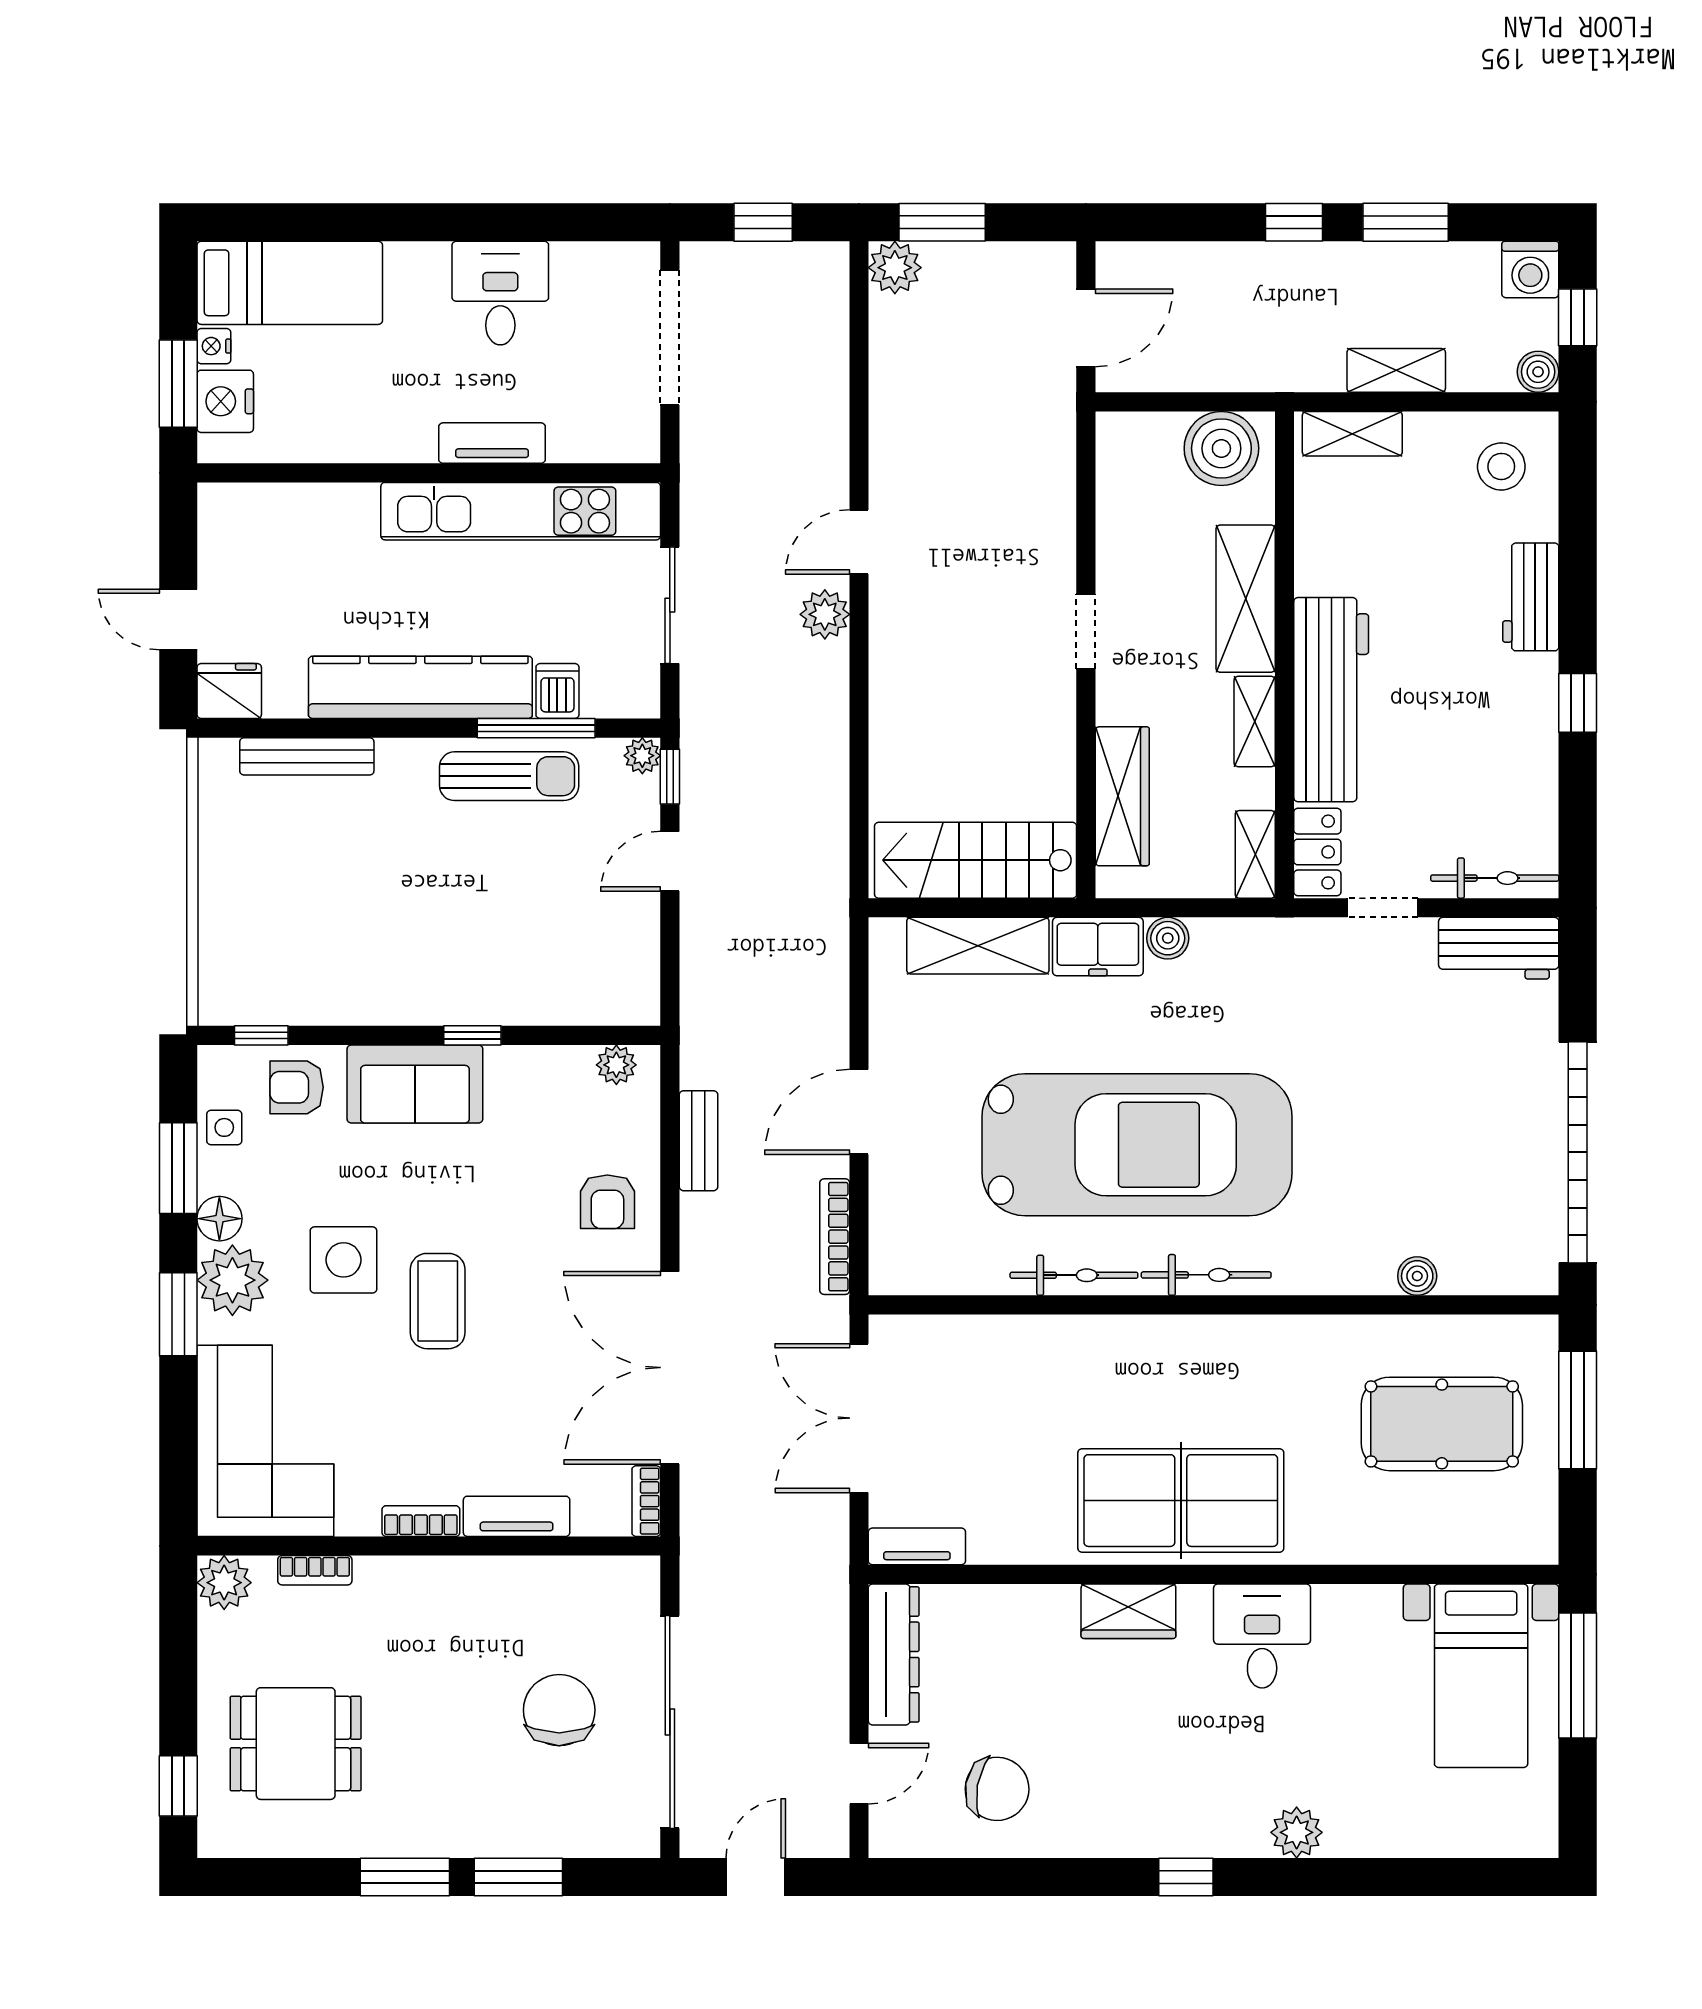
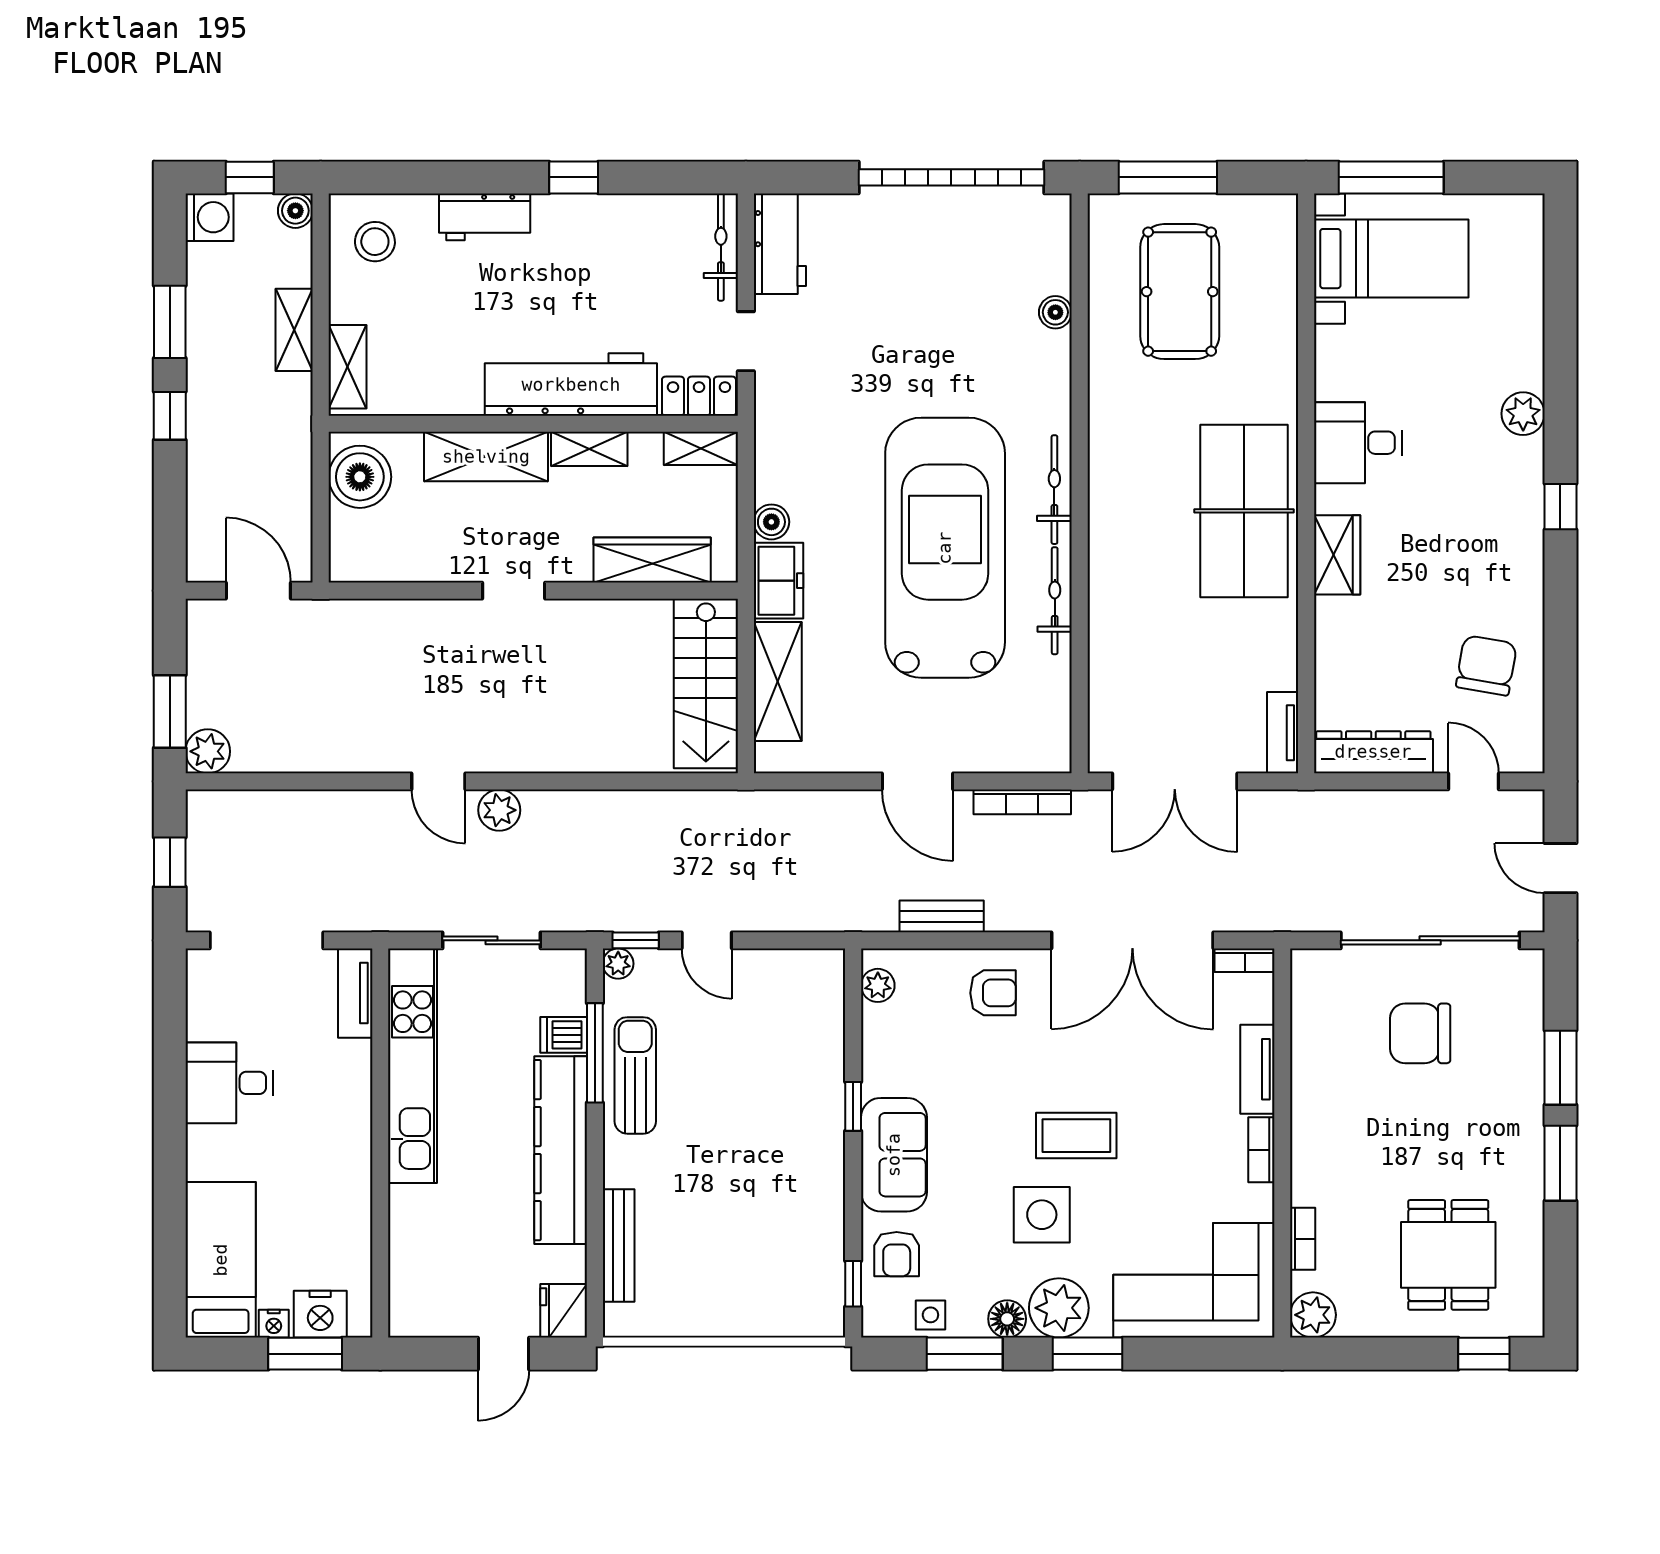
tv unit: (492, 443) -> (355, 993), moved

